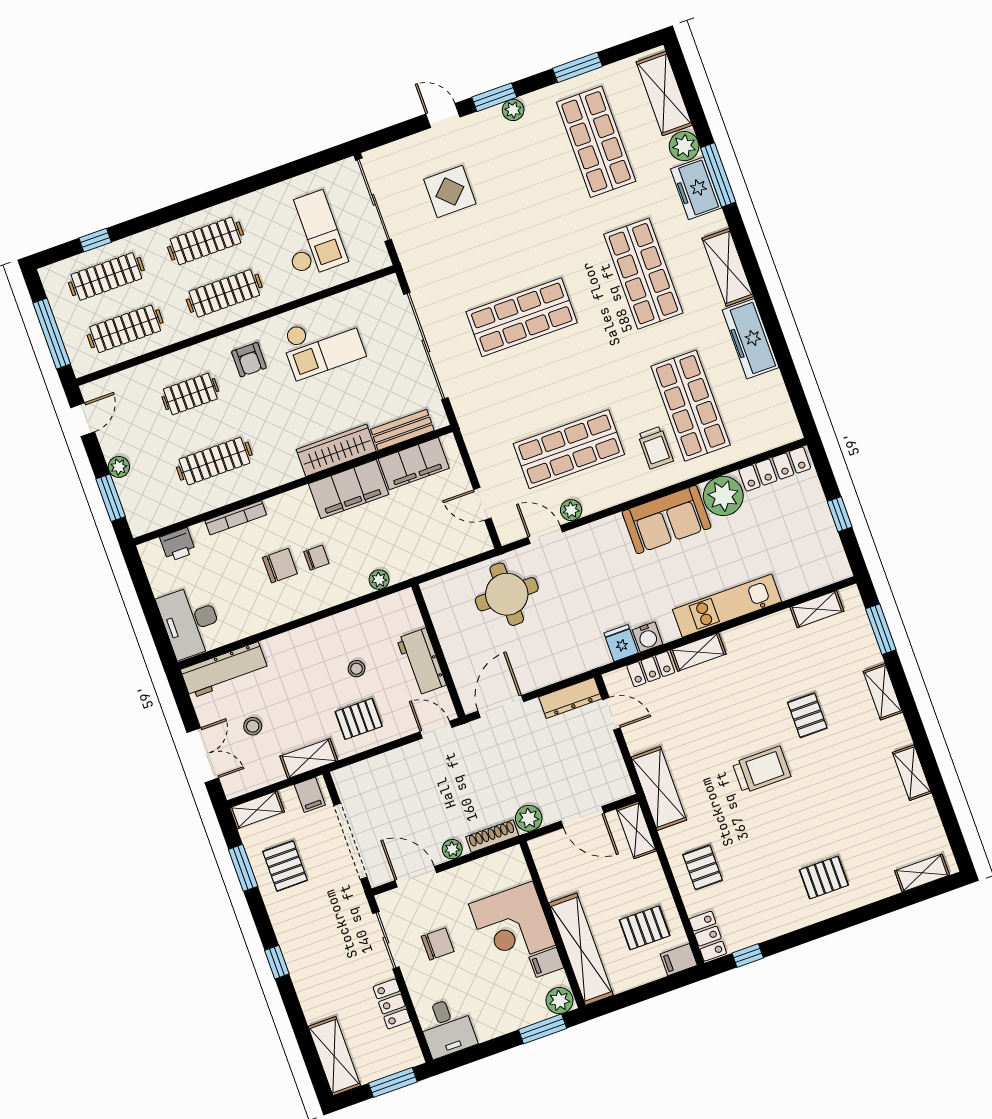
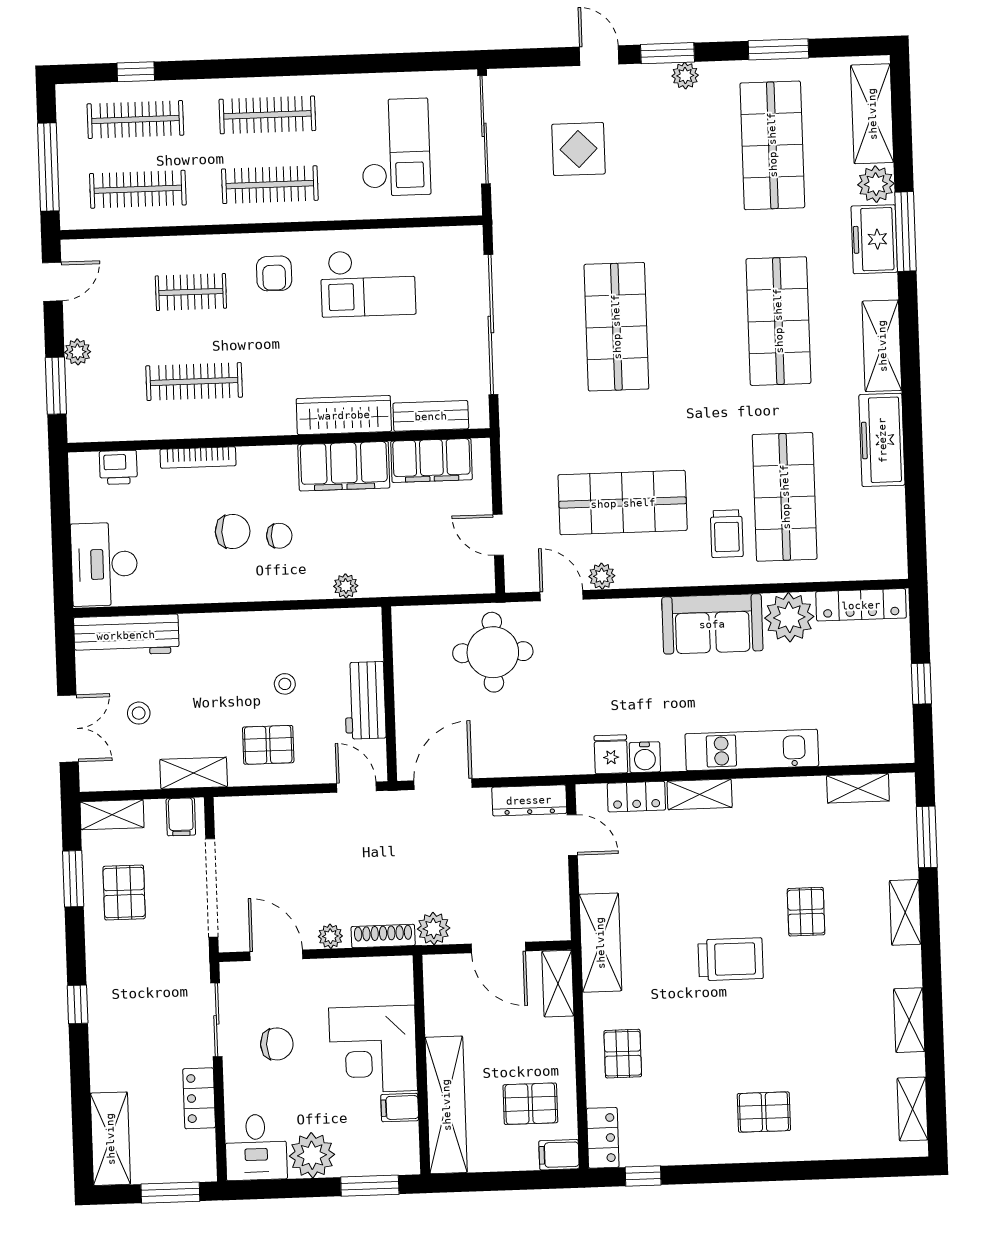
shop shelf: (522, 317) -> (616, 327), turned 90
shelving: (922, 873) -> (912, 1109), moved, turned 90
plant: (559, 1001) -> (312, 1155), moved, width x1.36, depth x1.36

